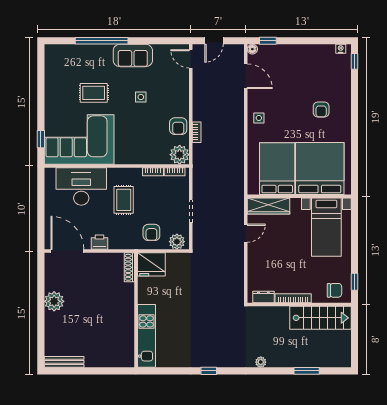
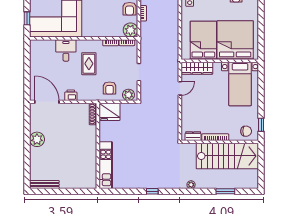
desk: (81, 186) -> (66, 50), width x0.53, depth x0.77
stairs: (321, 318) -> (227, 156), width x1.36, depth x1.51

